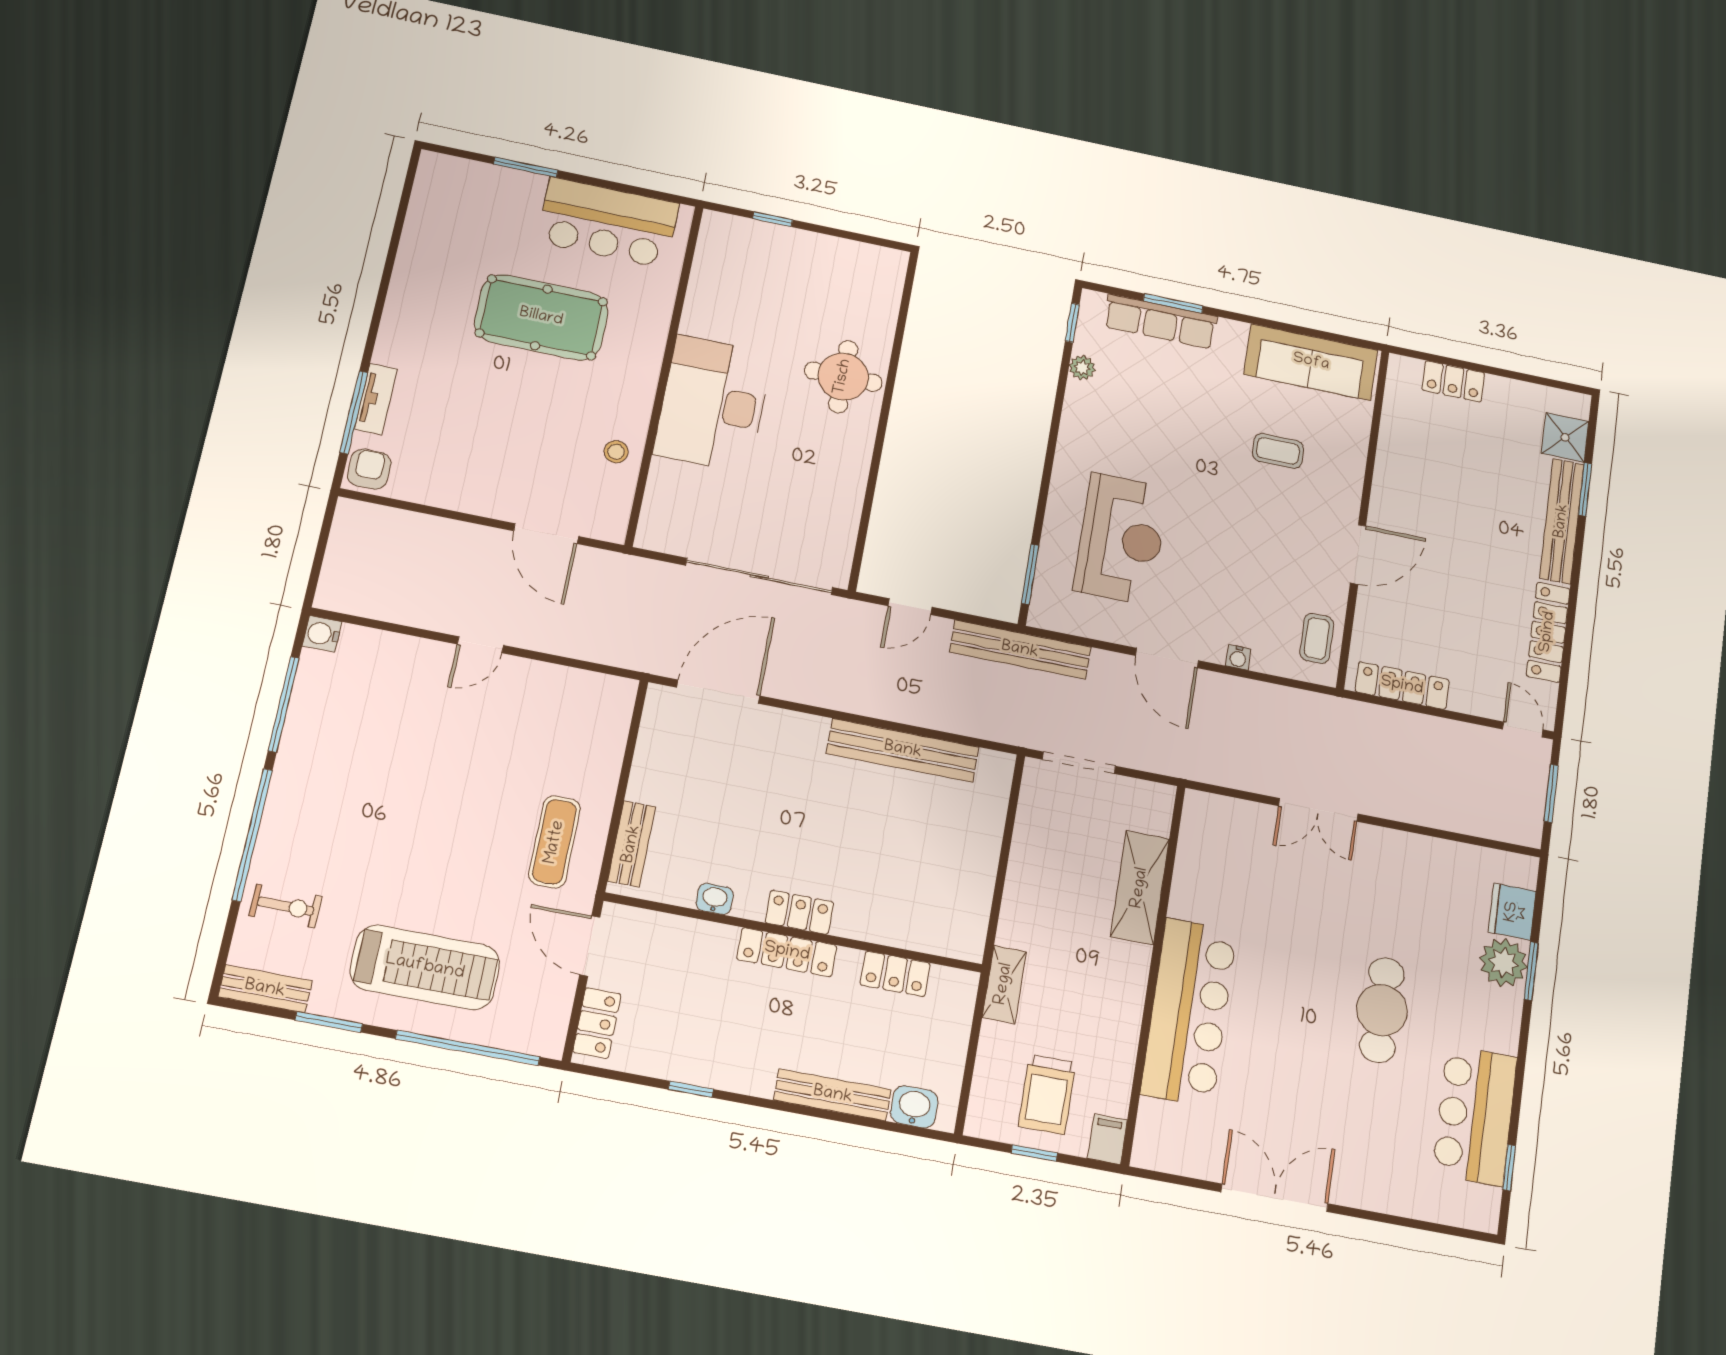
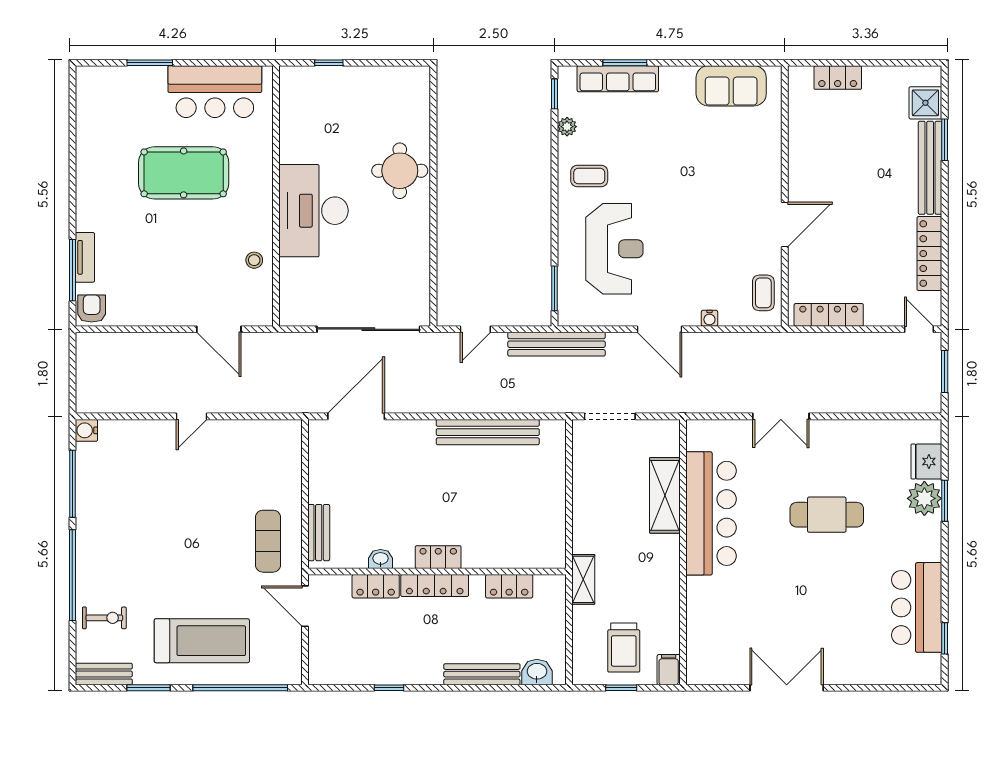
sofa: (1311, 362) -> (731, 86), width x0.73
coffee table: (1278, 451) -> (589, 176), moved
cafe table: (1382, 1010) -> (827, 515), moved, turned 90
bar counter: (1189, 1012) -> (711, 513), moved
locker: (597, 1023) -> (376, 586), moved, turned 90

